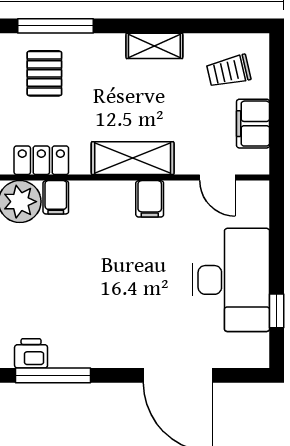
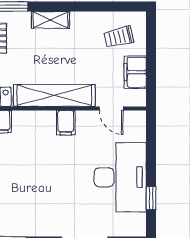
shelving: (154, 46) -> (50, 20), moved
shelving: (133, 158) -> (54, 95), width x1.47

